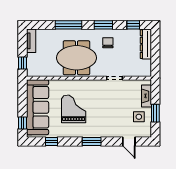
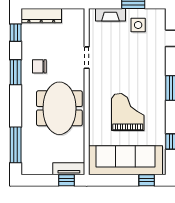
window: (68, 25) -> (16, 145), moved
tv unit: (31, 41) -> (69, 169), moved
grand piano: (74, 109) -> (128, 112), turned 90

